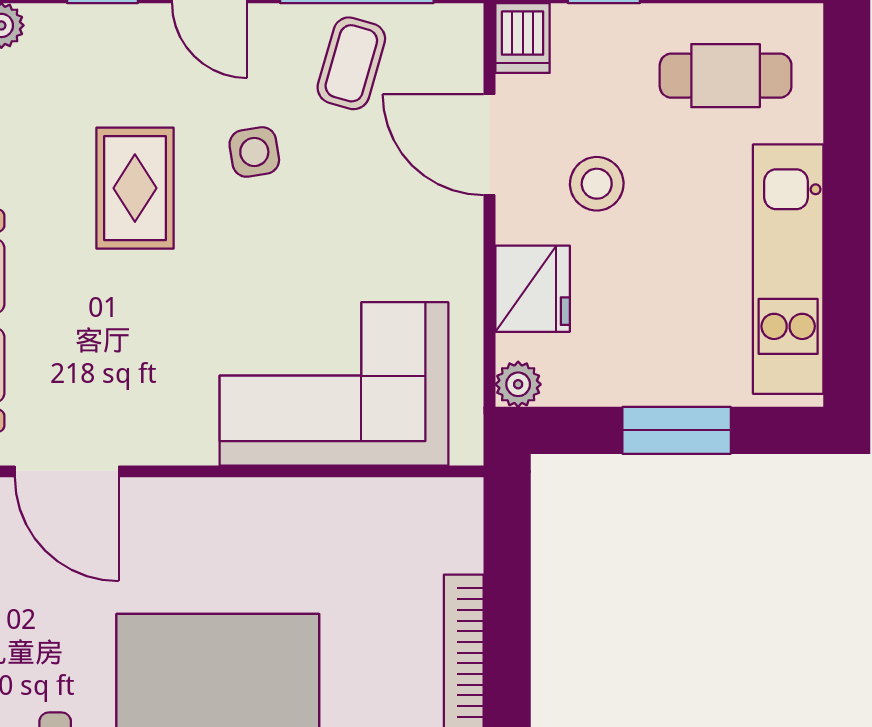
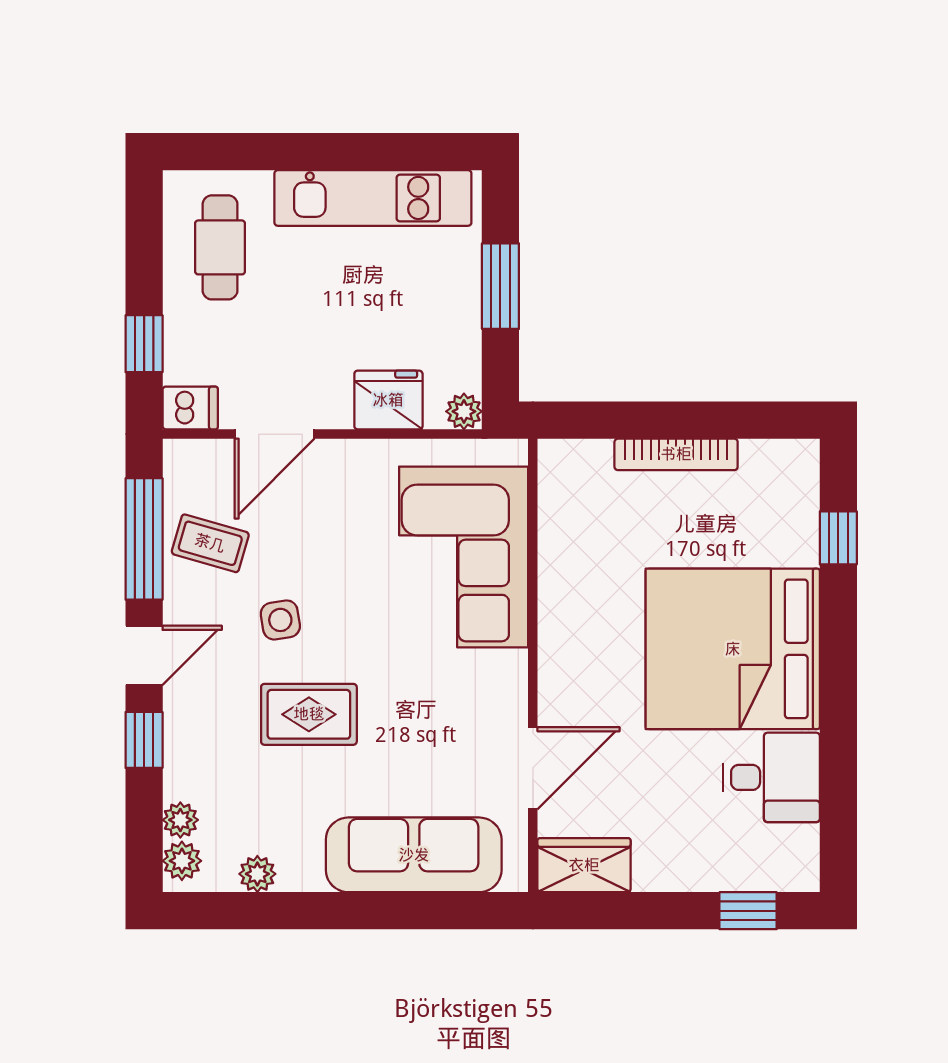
stool: (597, 184) -> (305, 349), removed

